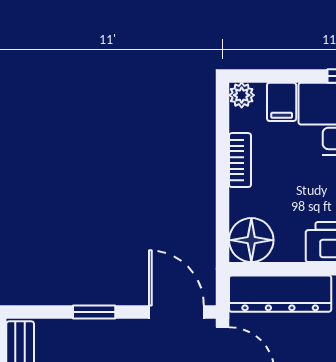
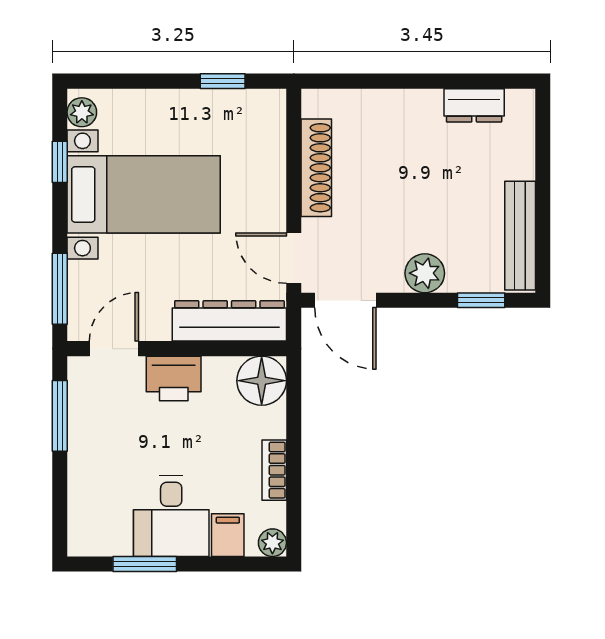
window: (94, 312) -> (481, 300), moved
plant: (105, 336) -> (425, 273), added

